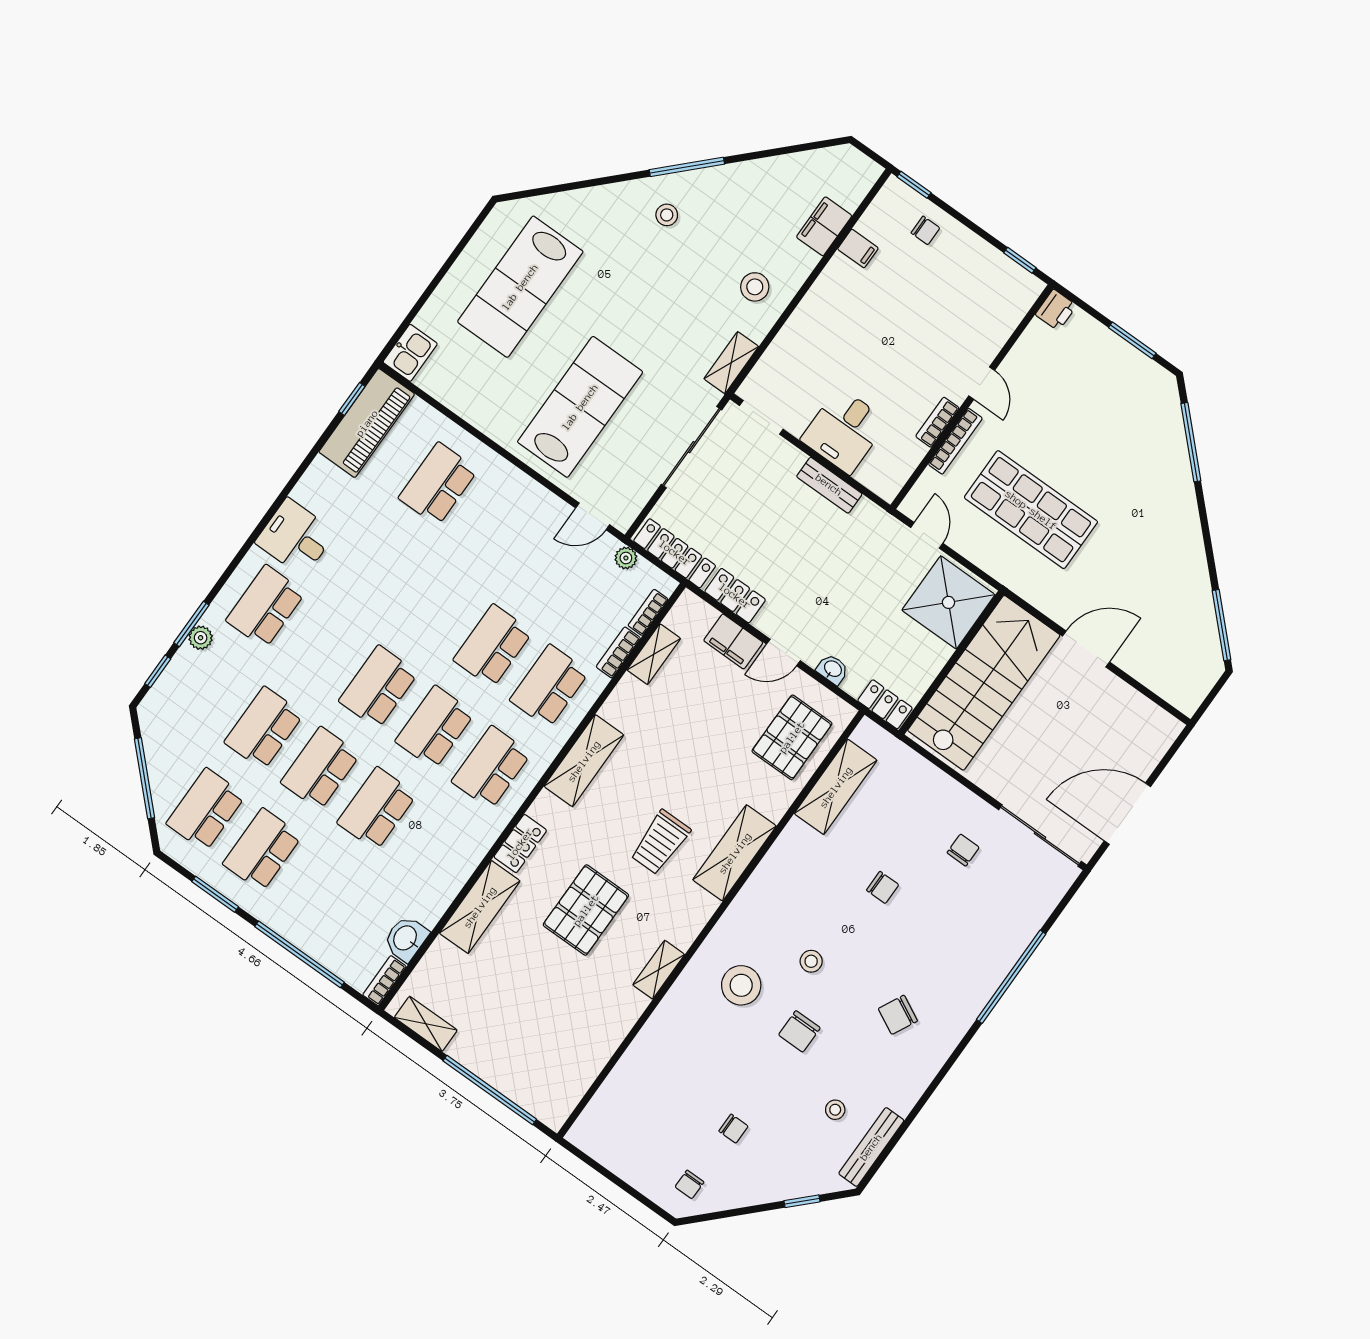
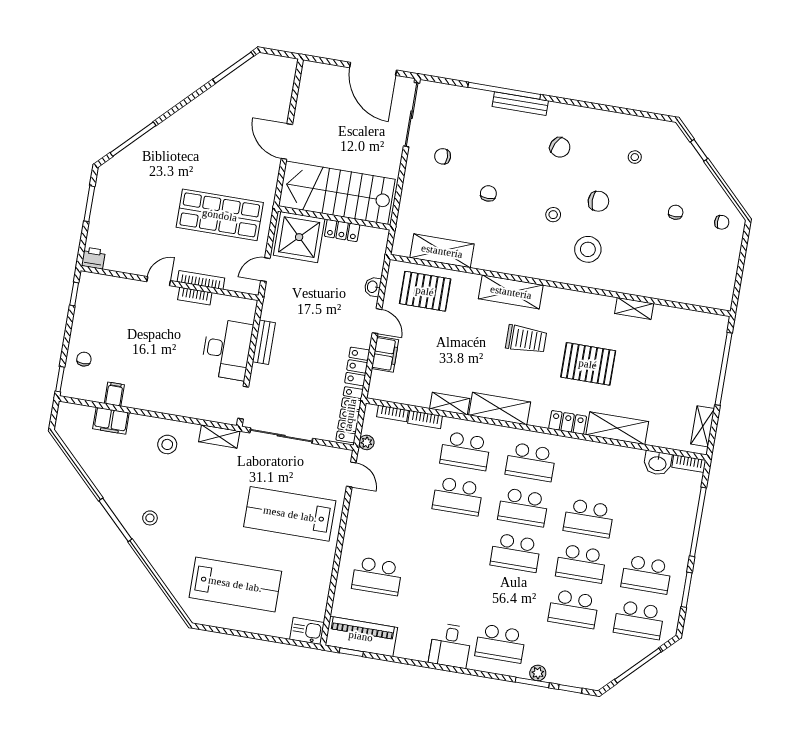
desk: (844, 431) -> (227, 349), width x1.37
shop shelf: (1031, 510) -> (220, 215), turned 90
shelving: (654, 654) -> (450, 404), moved
locker: (885, 704) -> (342, 231), moved, turned -90
shelving: (659, 970) -> (634, 308), moved
bench: (871, 1147) -> (520, 104), moved

